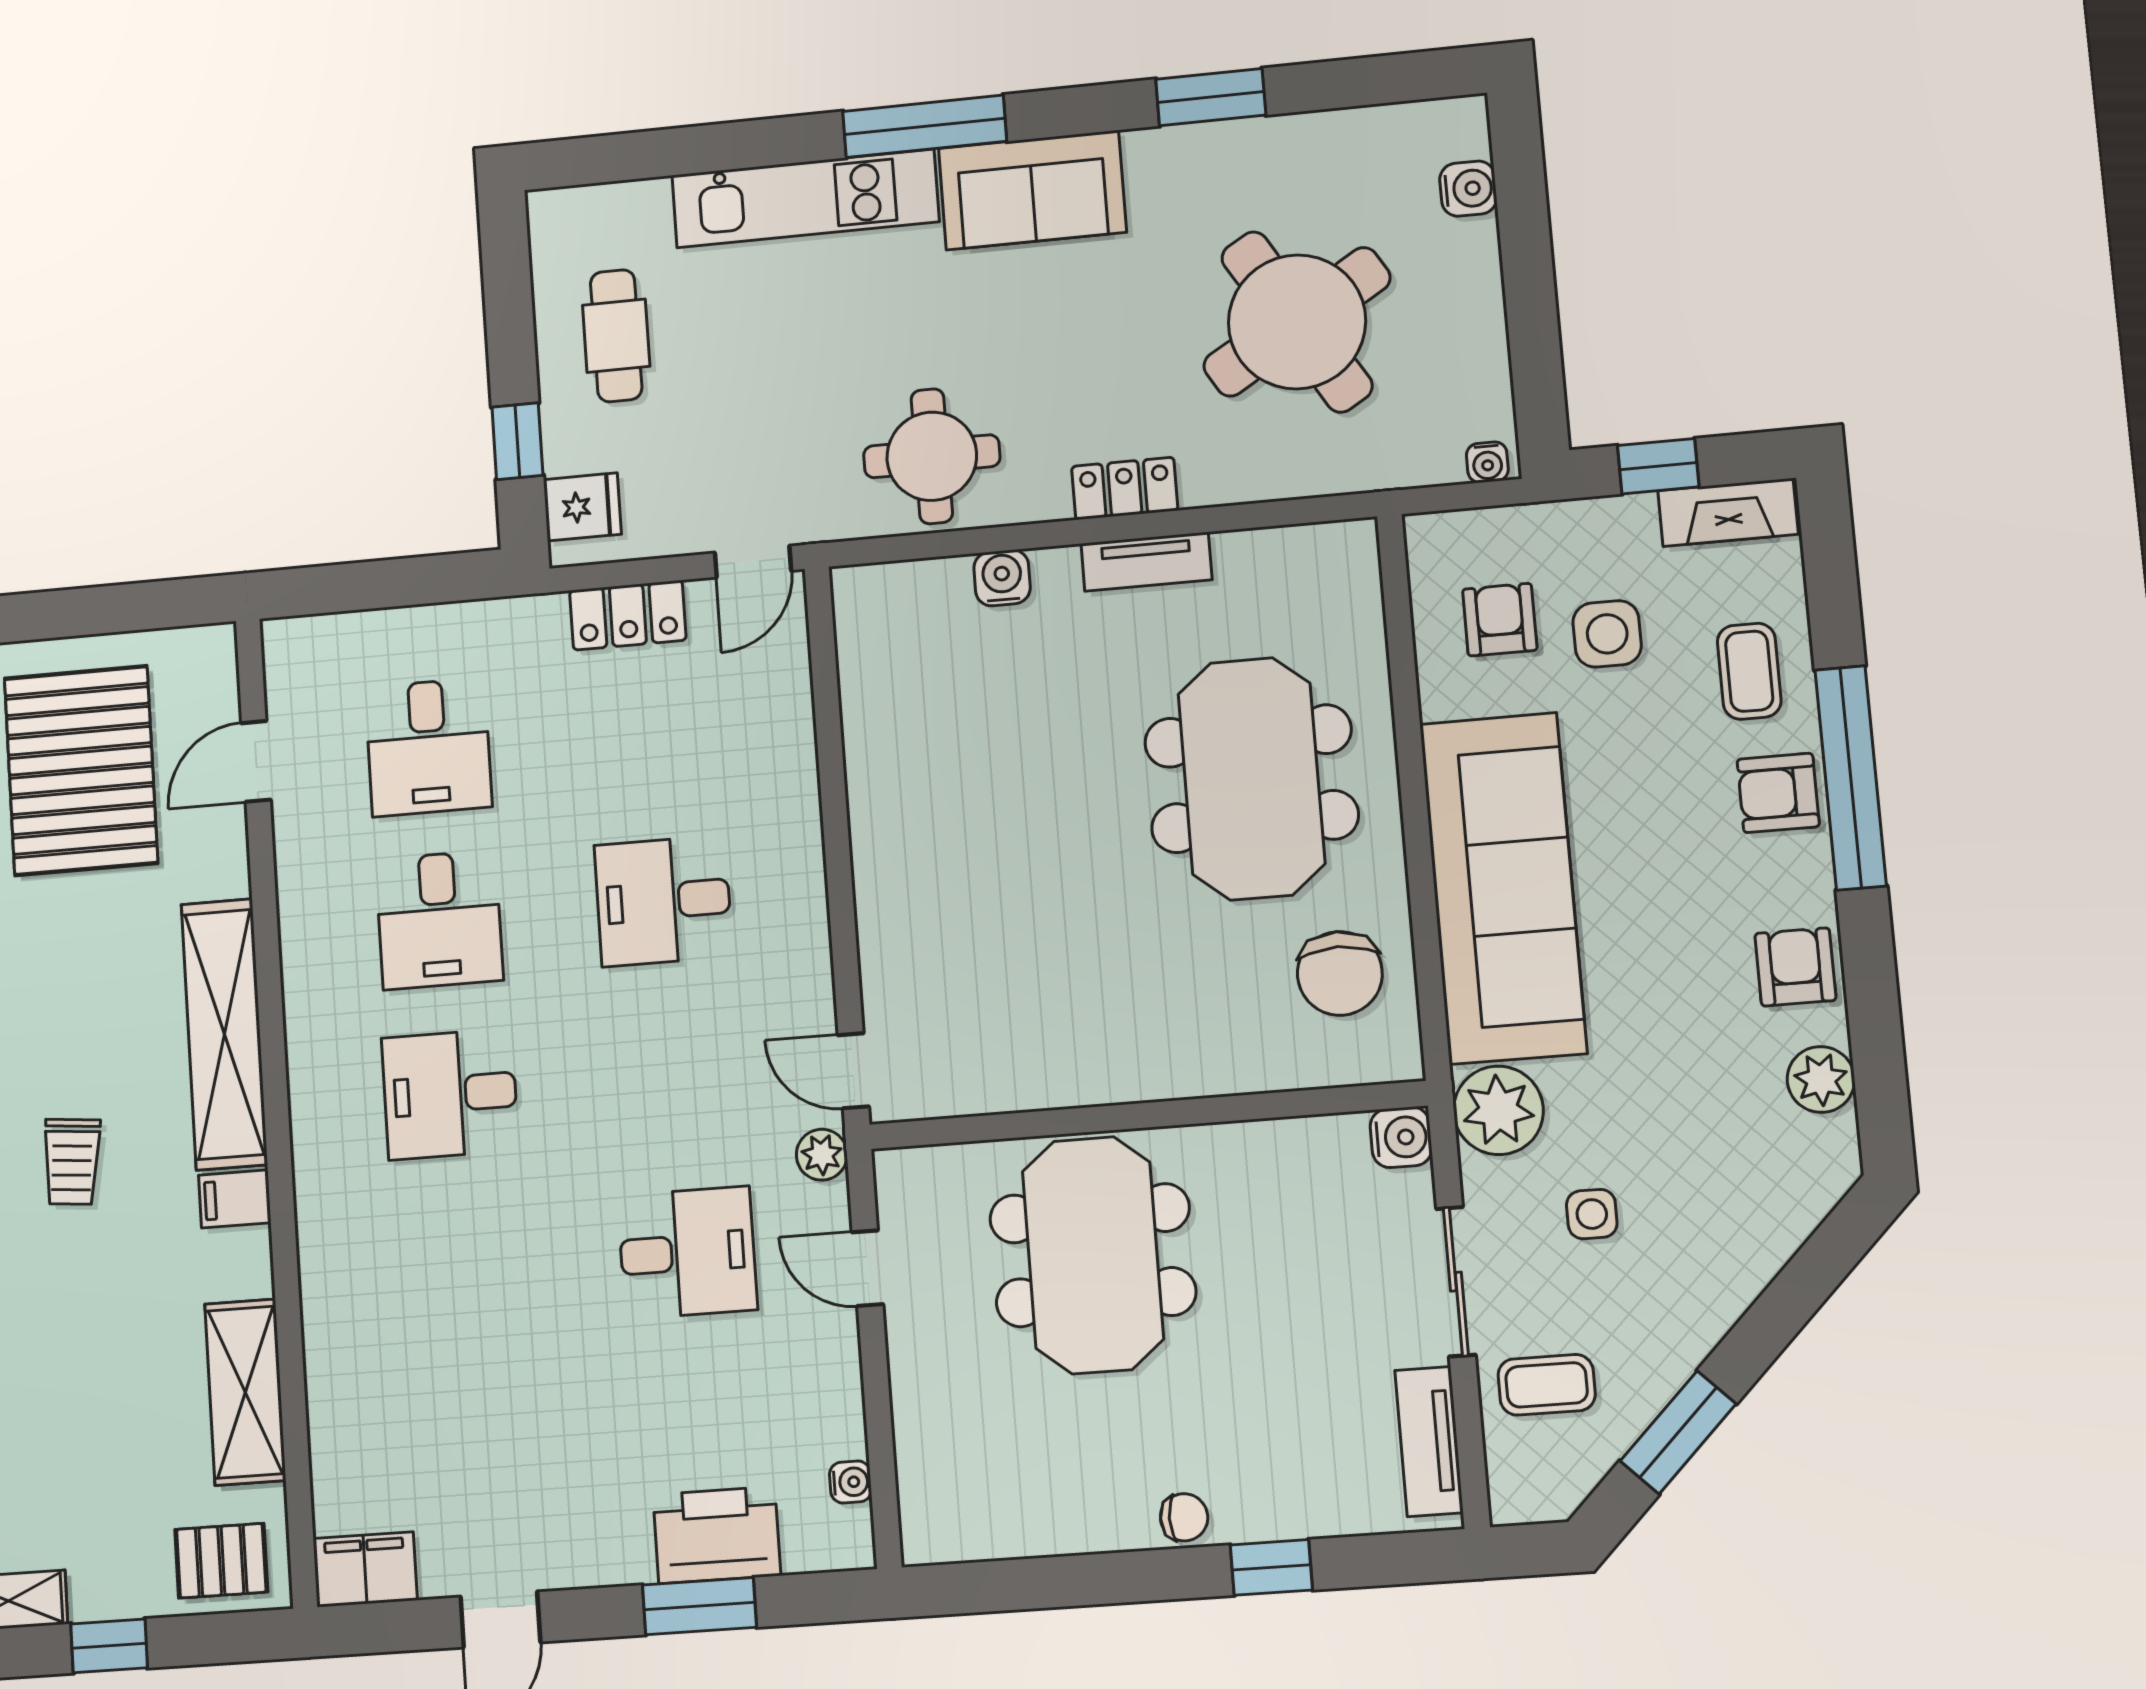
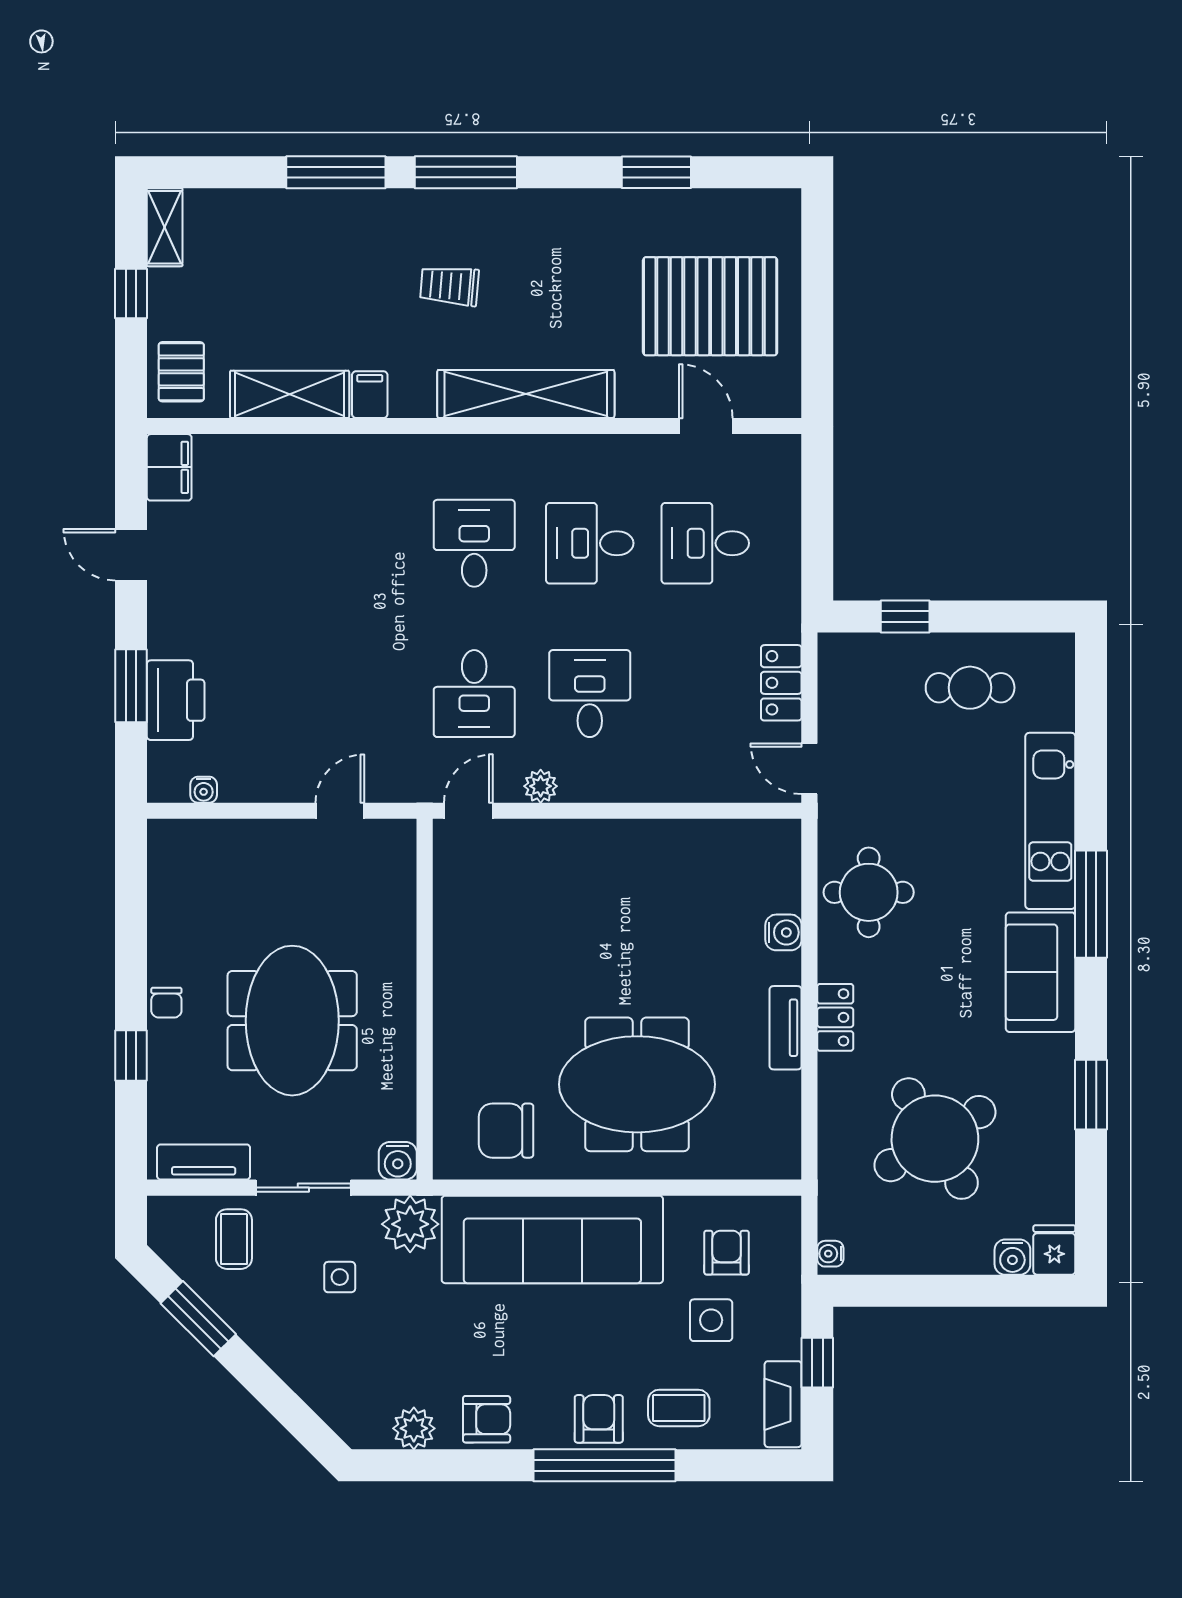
fridge: (582, 507) -> (1054, 1250), moved, turned 180
armchair: (1500, 620) -> (727, 1253), turned -90
plant: (822, 1155) -> (541, 786), moved
filing cabinet: (235, 1199) -> (370, 395), moved
desk: (687, 1253) -> (474, 694), moved
meeting table: (1093, 1255) -> (292, 1021), moved, turned 90

